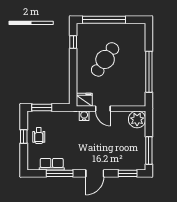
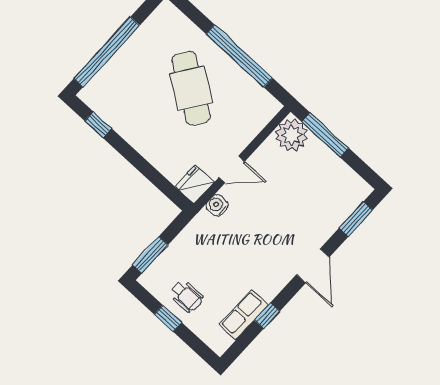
cafe table: (105, 59) -> (191, 88), moved
window: (149, 151) -> (325, 135), moved
window: (60, 173) -> (267, 316), width x0.46

